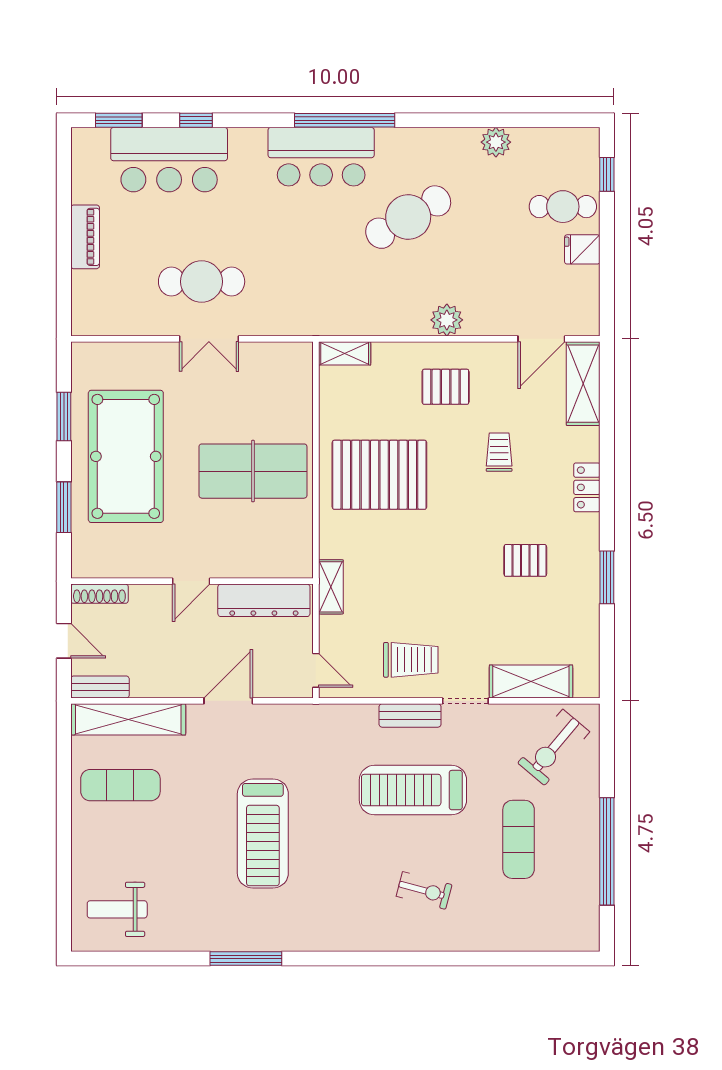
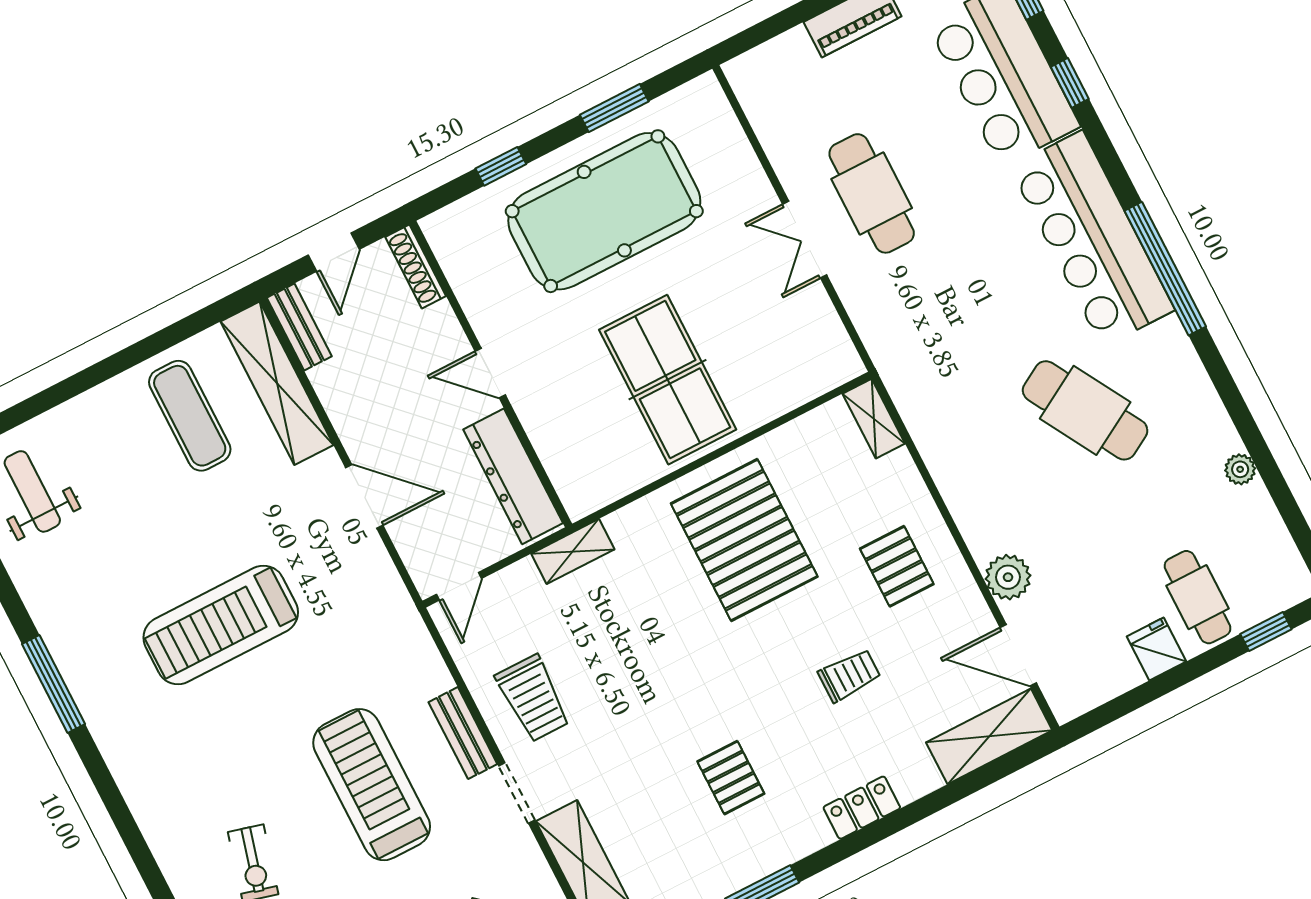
plant: (496, 142) -> (1240, 469), width x0.73, depth x0.73
bar counter: (321, 157) -> (1092, 239), width x1.36
plant: (447, 320) -> (1008, 577), moved
window: (64, 507) -> (501, 166), width x0.67

